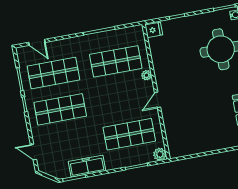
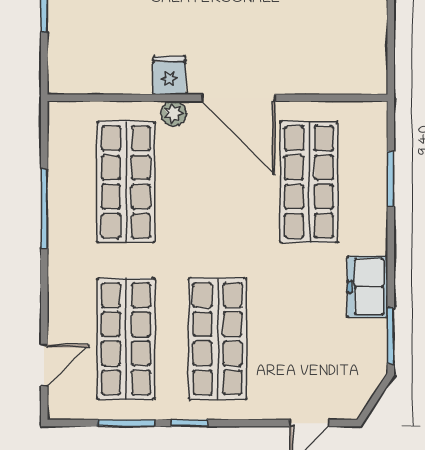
fridge: (154, 30) -> (169, 75), moved
door: (158, 100) -> (238, 98), width x1.88
plant: (160, 154) -> (372, 117), removed
freezer: (87, 166) -> (368, 287), width x0.71

